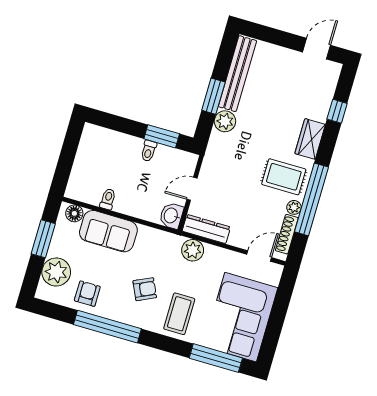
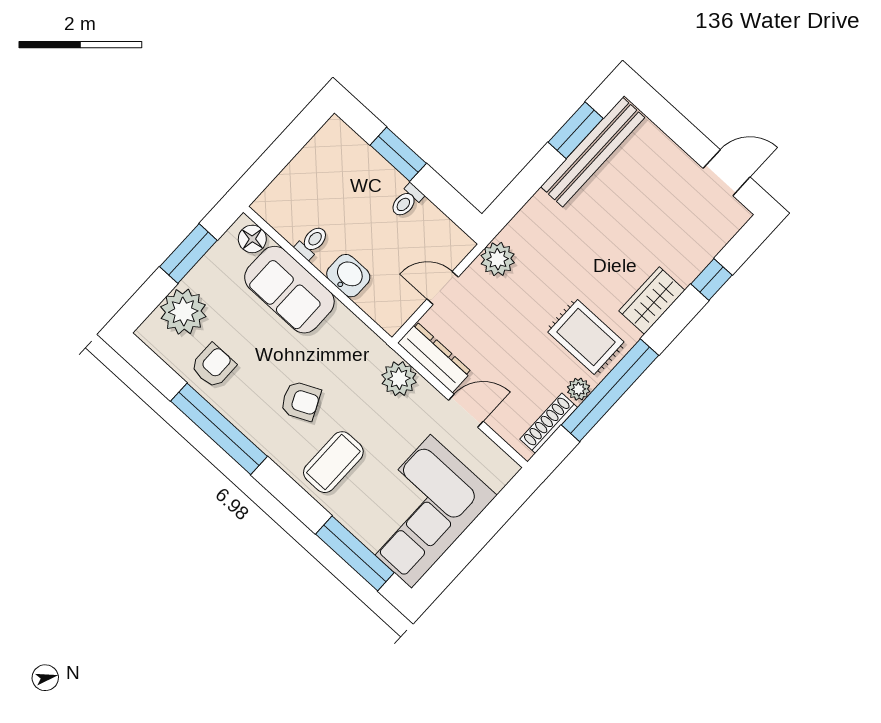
window: (213, 96) -> (576, 130), moved
plant: (225, 121) -> (498, 259), moved
window: (162, 136) -> (398, 154), moved
washbasin: (171, 216) -> (348, 276), moved, turned 90
door: (259, 256) -> (466, 411), moved

